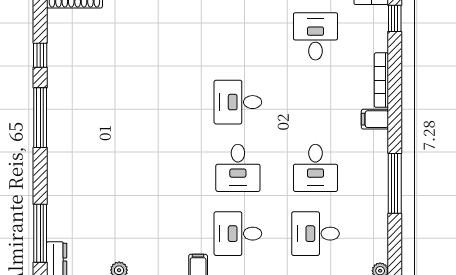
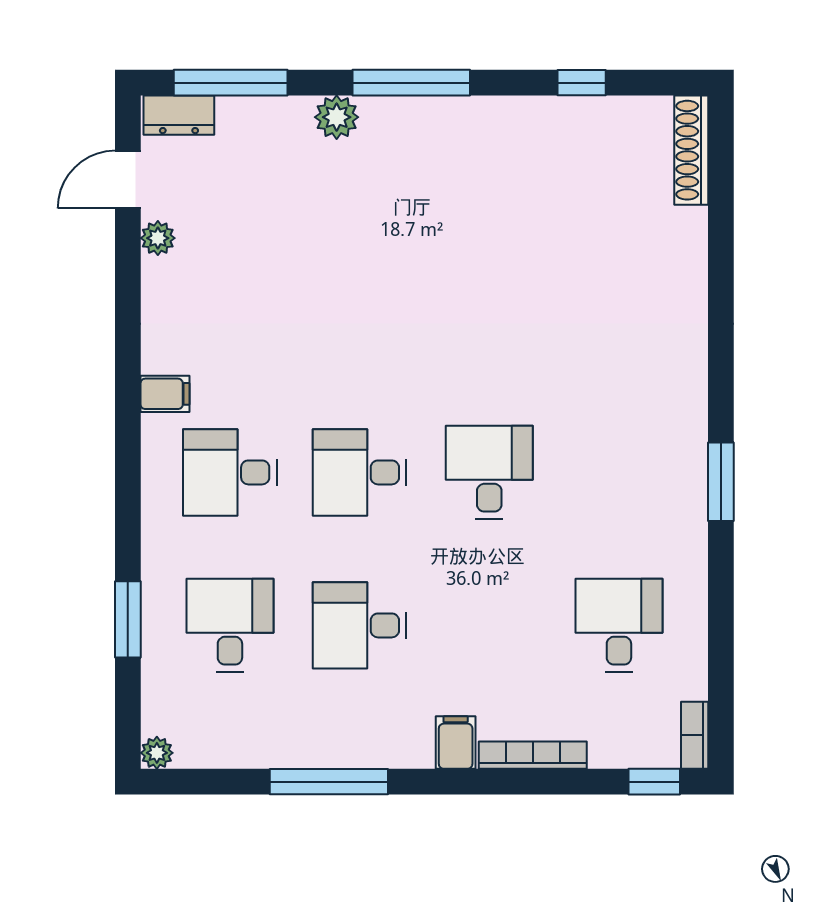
desk: (315, 36) -> (619, 625), turned -90
window: (40, 118) -> (411, 83), moved
plant: (58, 180) -> (337, 117), added
desk: (238, 234) -> (230, 472), turned -90

